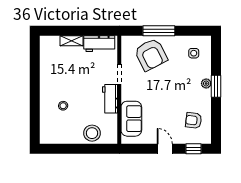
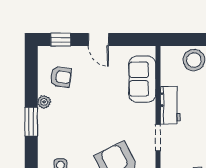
plant: (206, 83) -> (44, 102), moved

